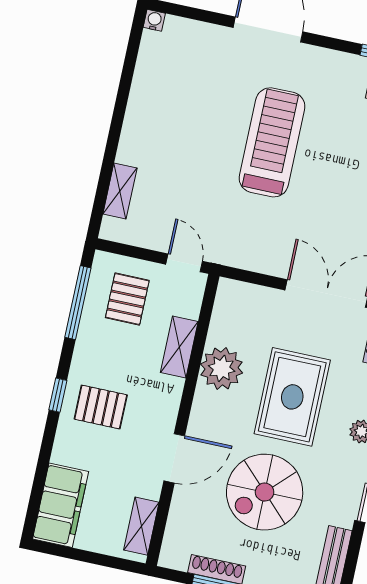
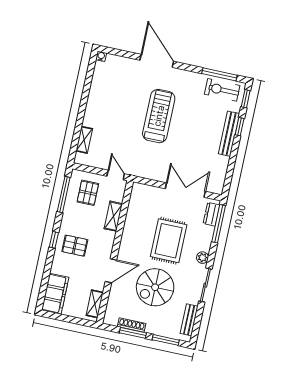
plant: (222, 368) -> (134, 227), removed

